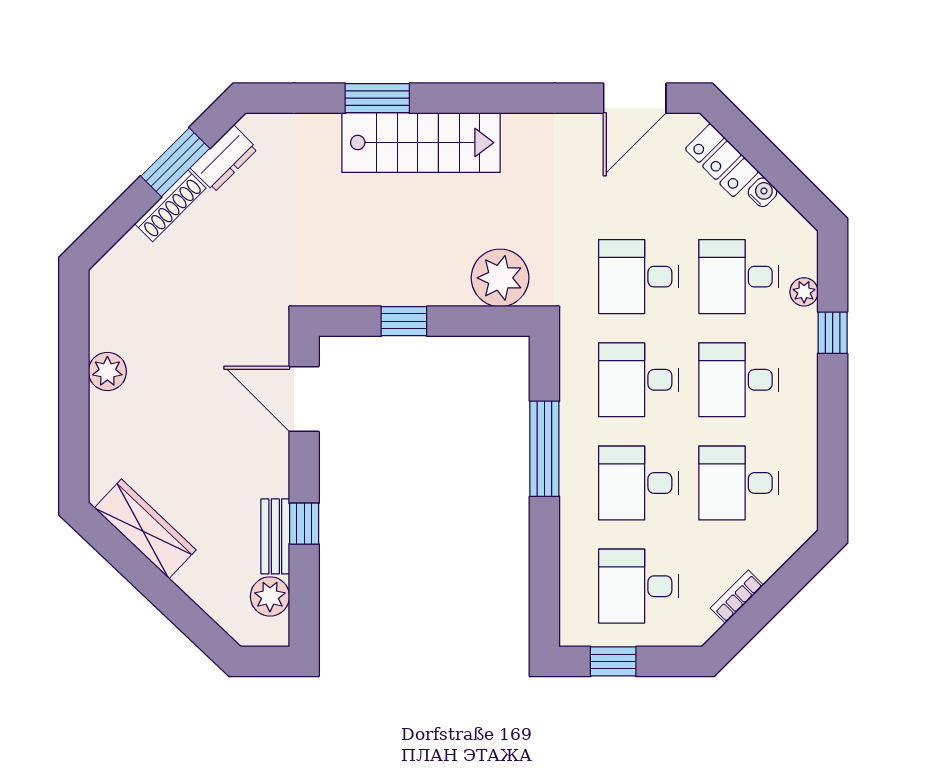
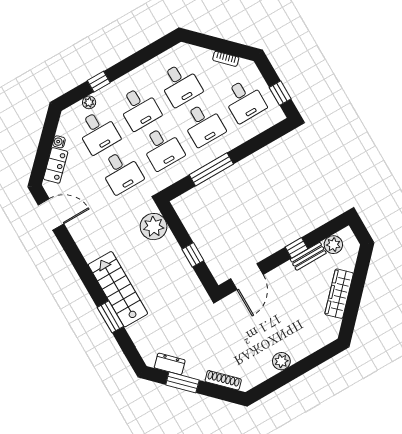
shoe rack: (170, 206) -> (223, 380), moved
wardrobe: (145, 529) -> (339, 294), moved

